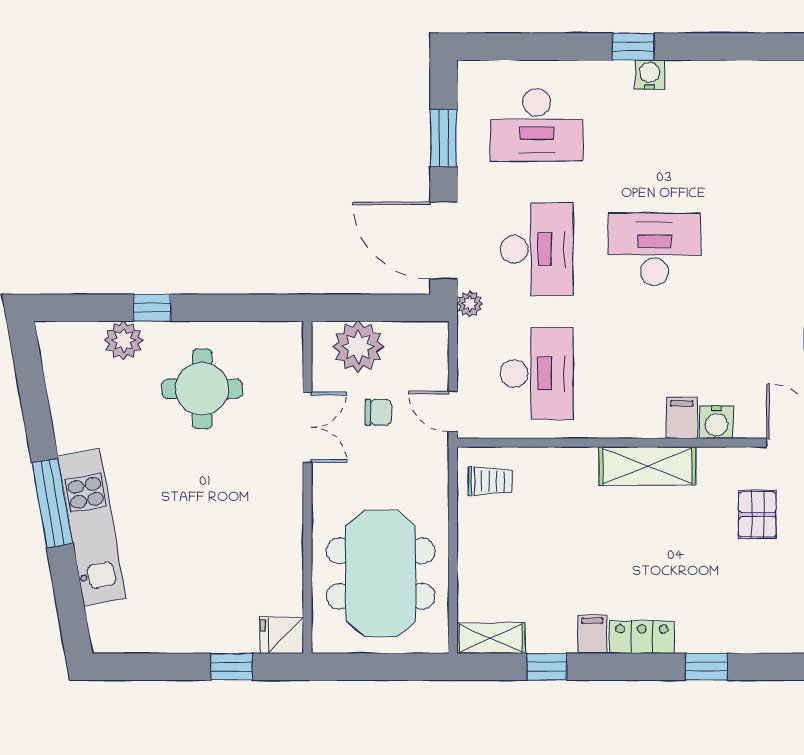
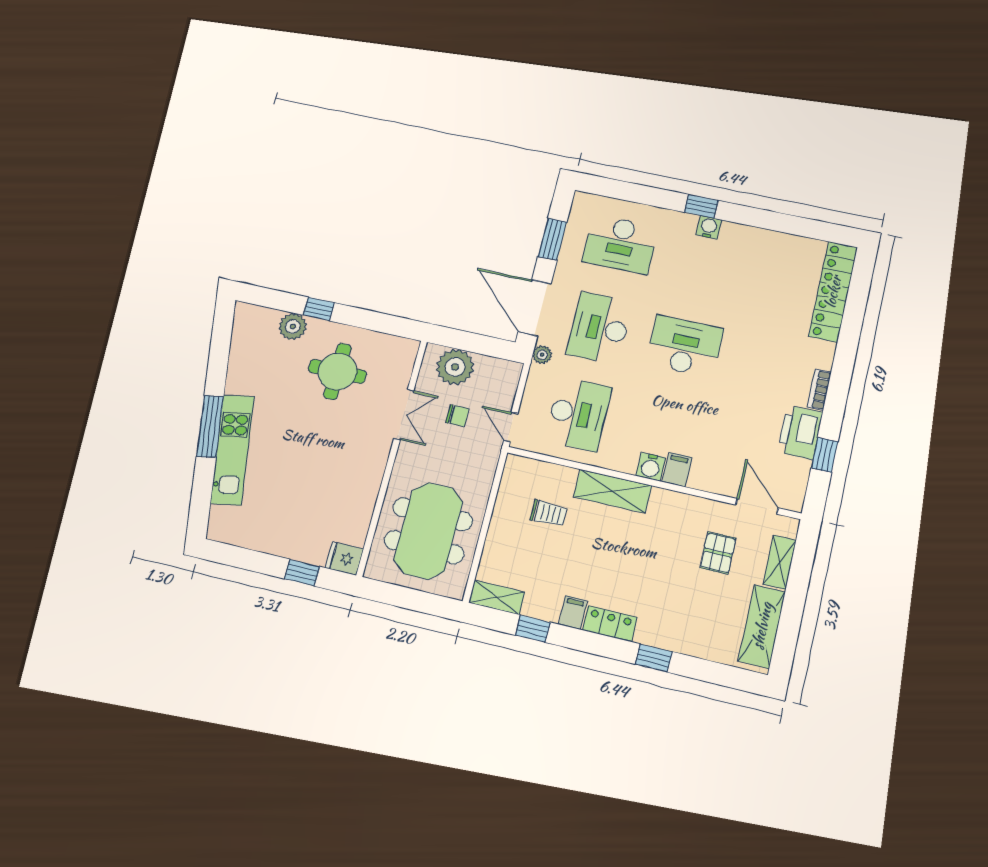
desk: (537, 249) -> (600, 328), turned 180
water cooler: (716, 422) -> (651, 467), moved
shelving: (647, 466) -> (612, 491), moved
trolley: (490, 481) -> (549, 513), moved

